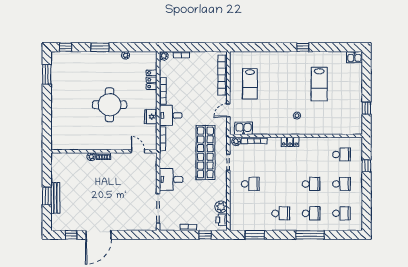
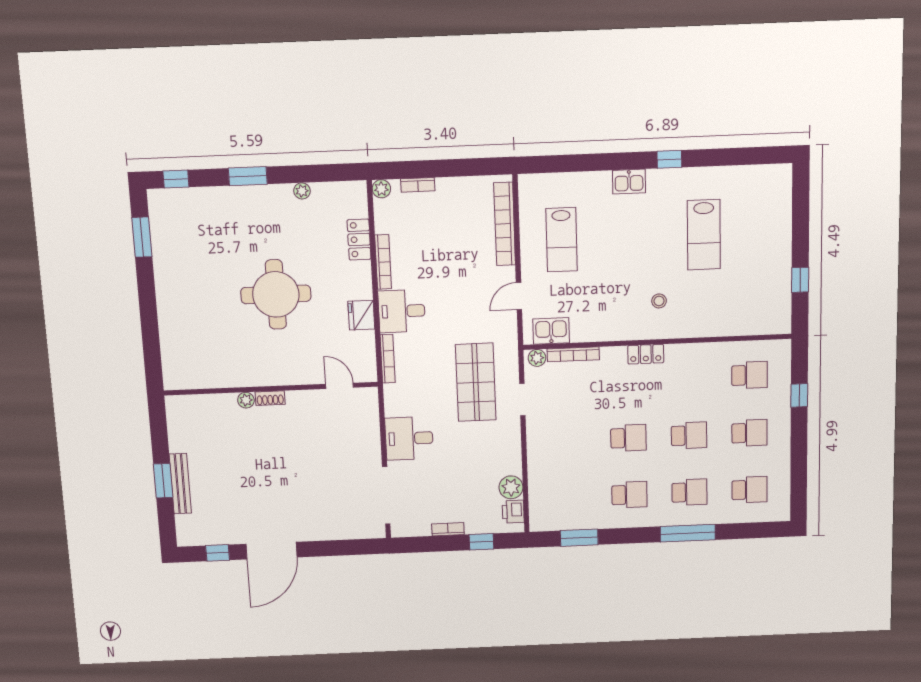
kitchen sink: (354, 57) -> (629, 182), moved
shop shelf: (205, 152) -> (476, 382), width x0.71
school desk: (250, 184) -> (628, 438), moved

